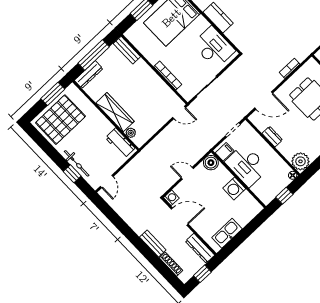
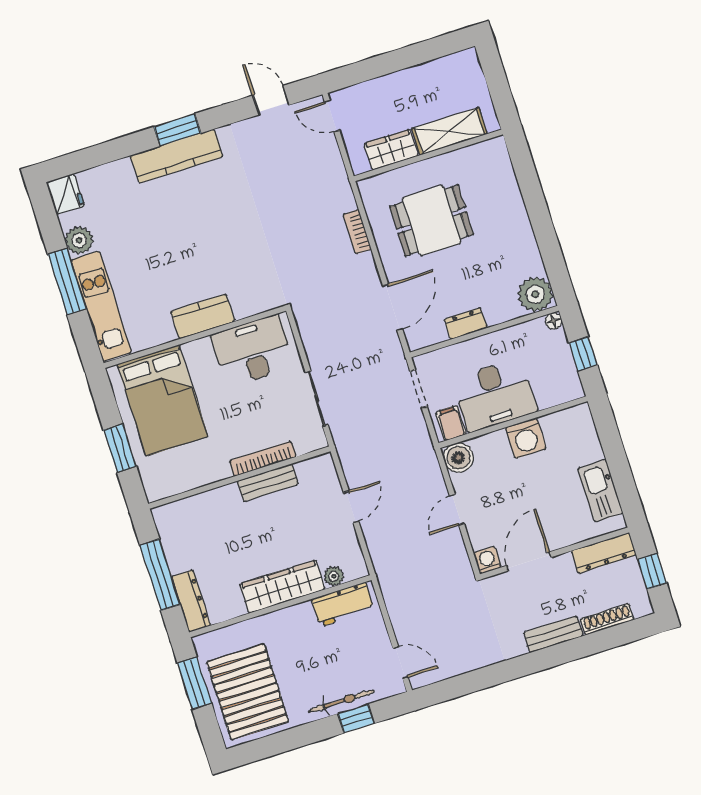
bench: (127, 50) -> (268, 483), moved
door: (179, 112) -> (351, 507), moved

